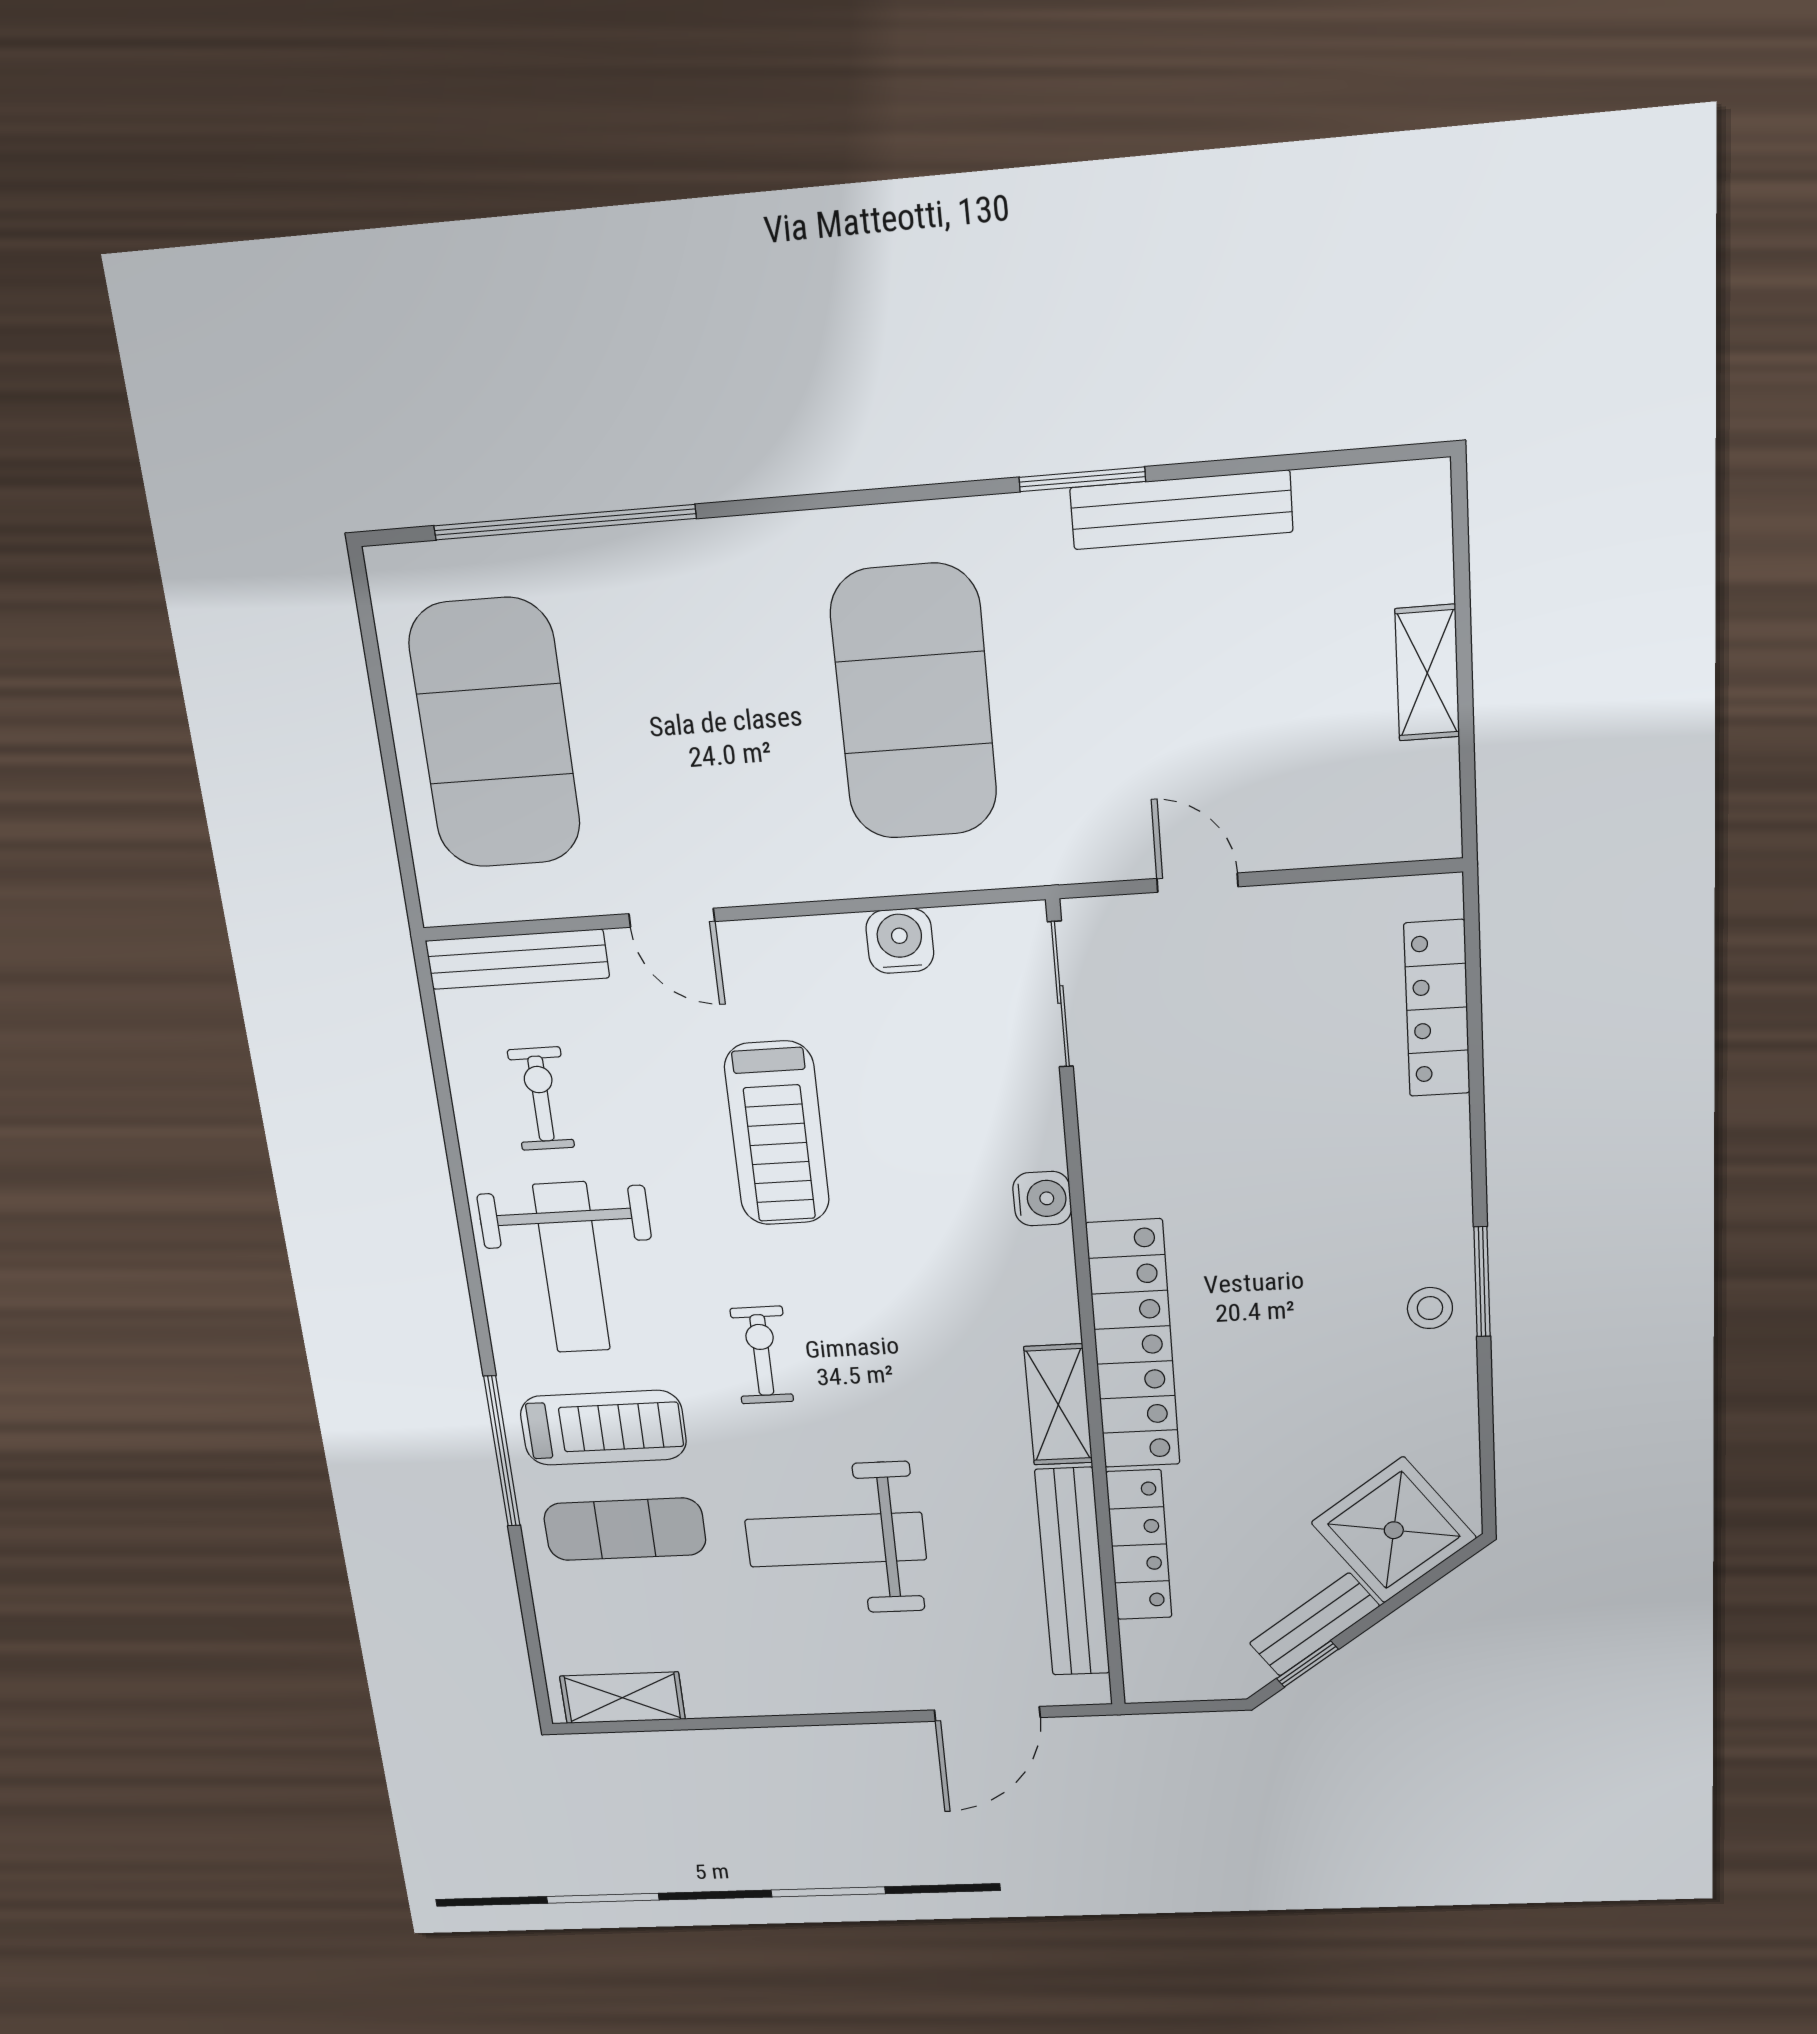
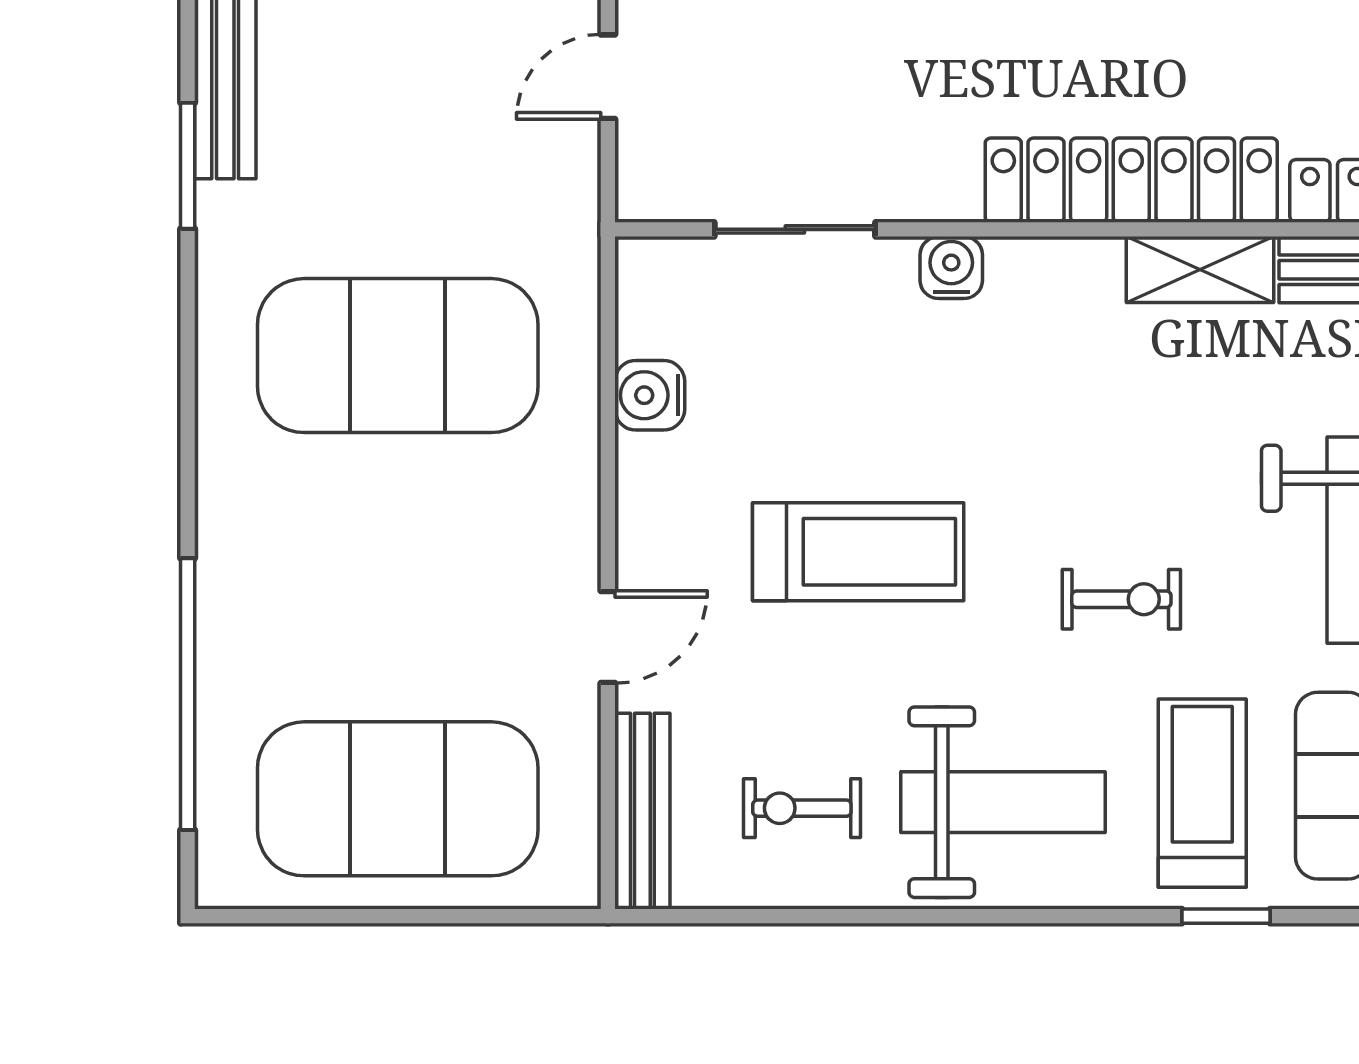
sliding door: (1060, 994) -> (795, 229), moved
exercise bike: (762, 1355) -> (1121, 599), turned 180
window: (502, 1451) -> (1226, 916), width x0.46

